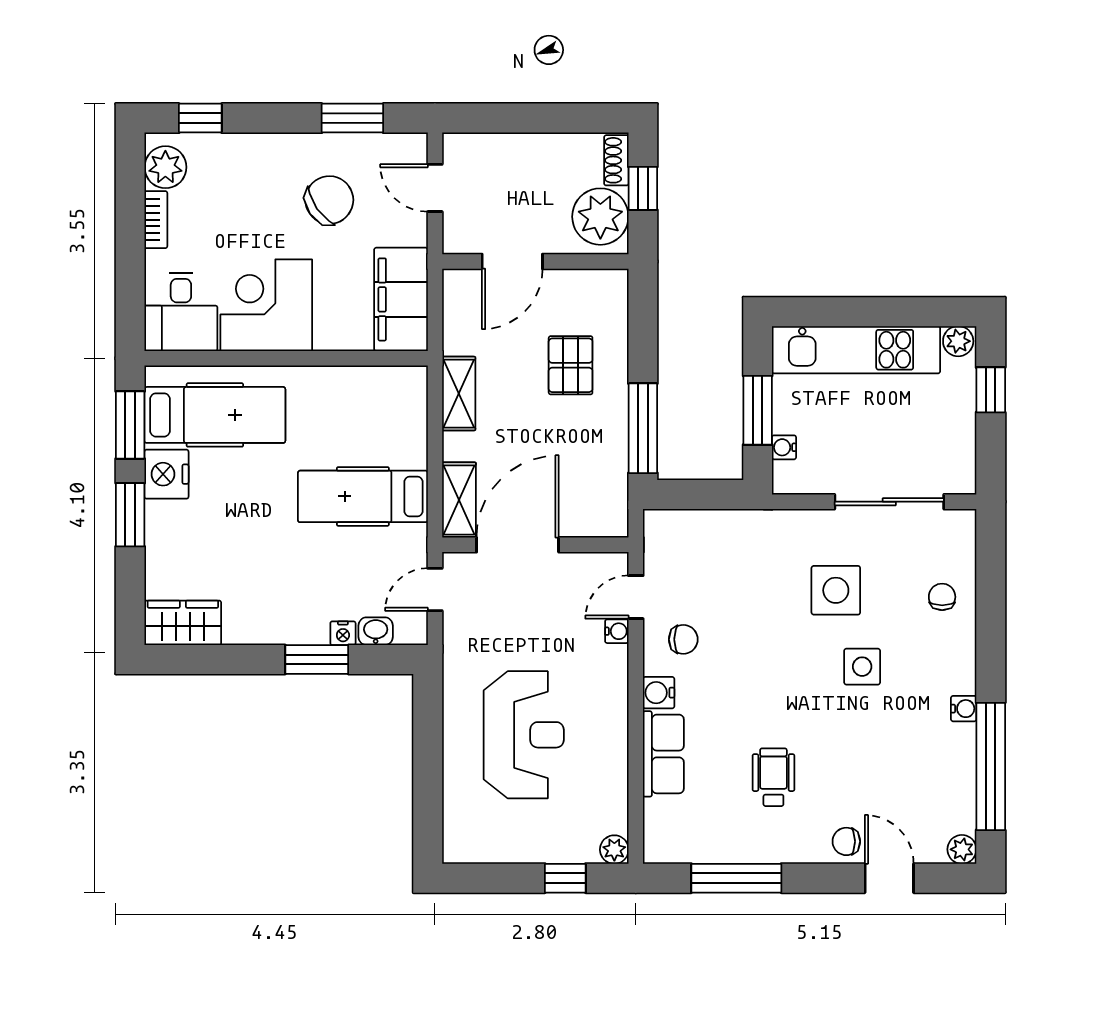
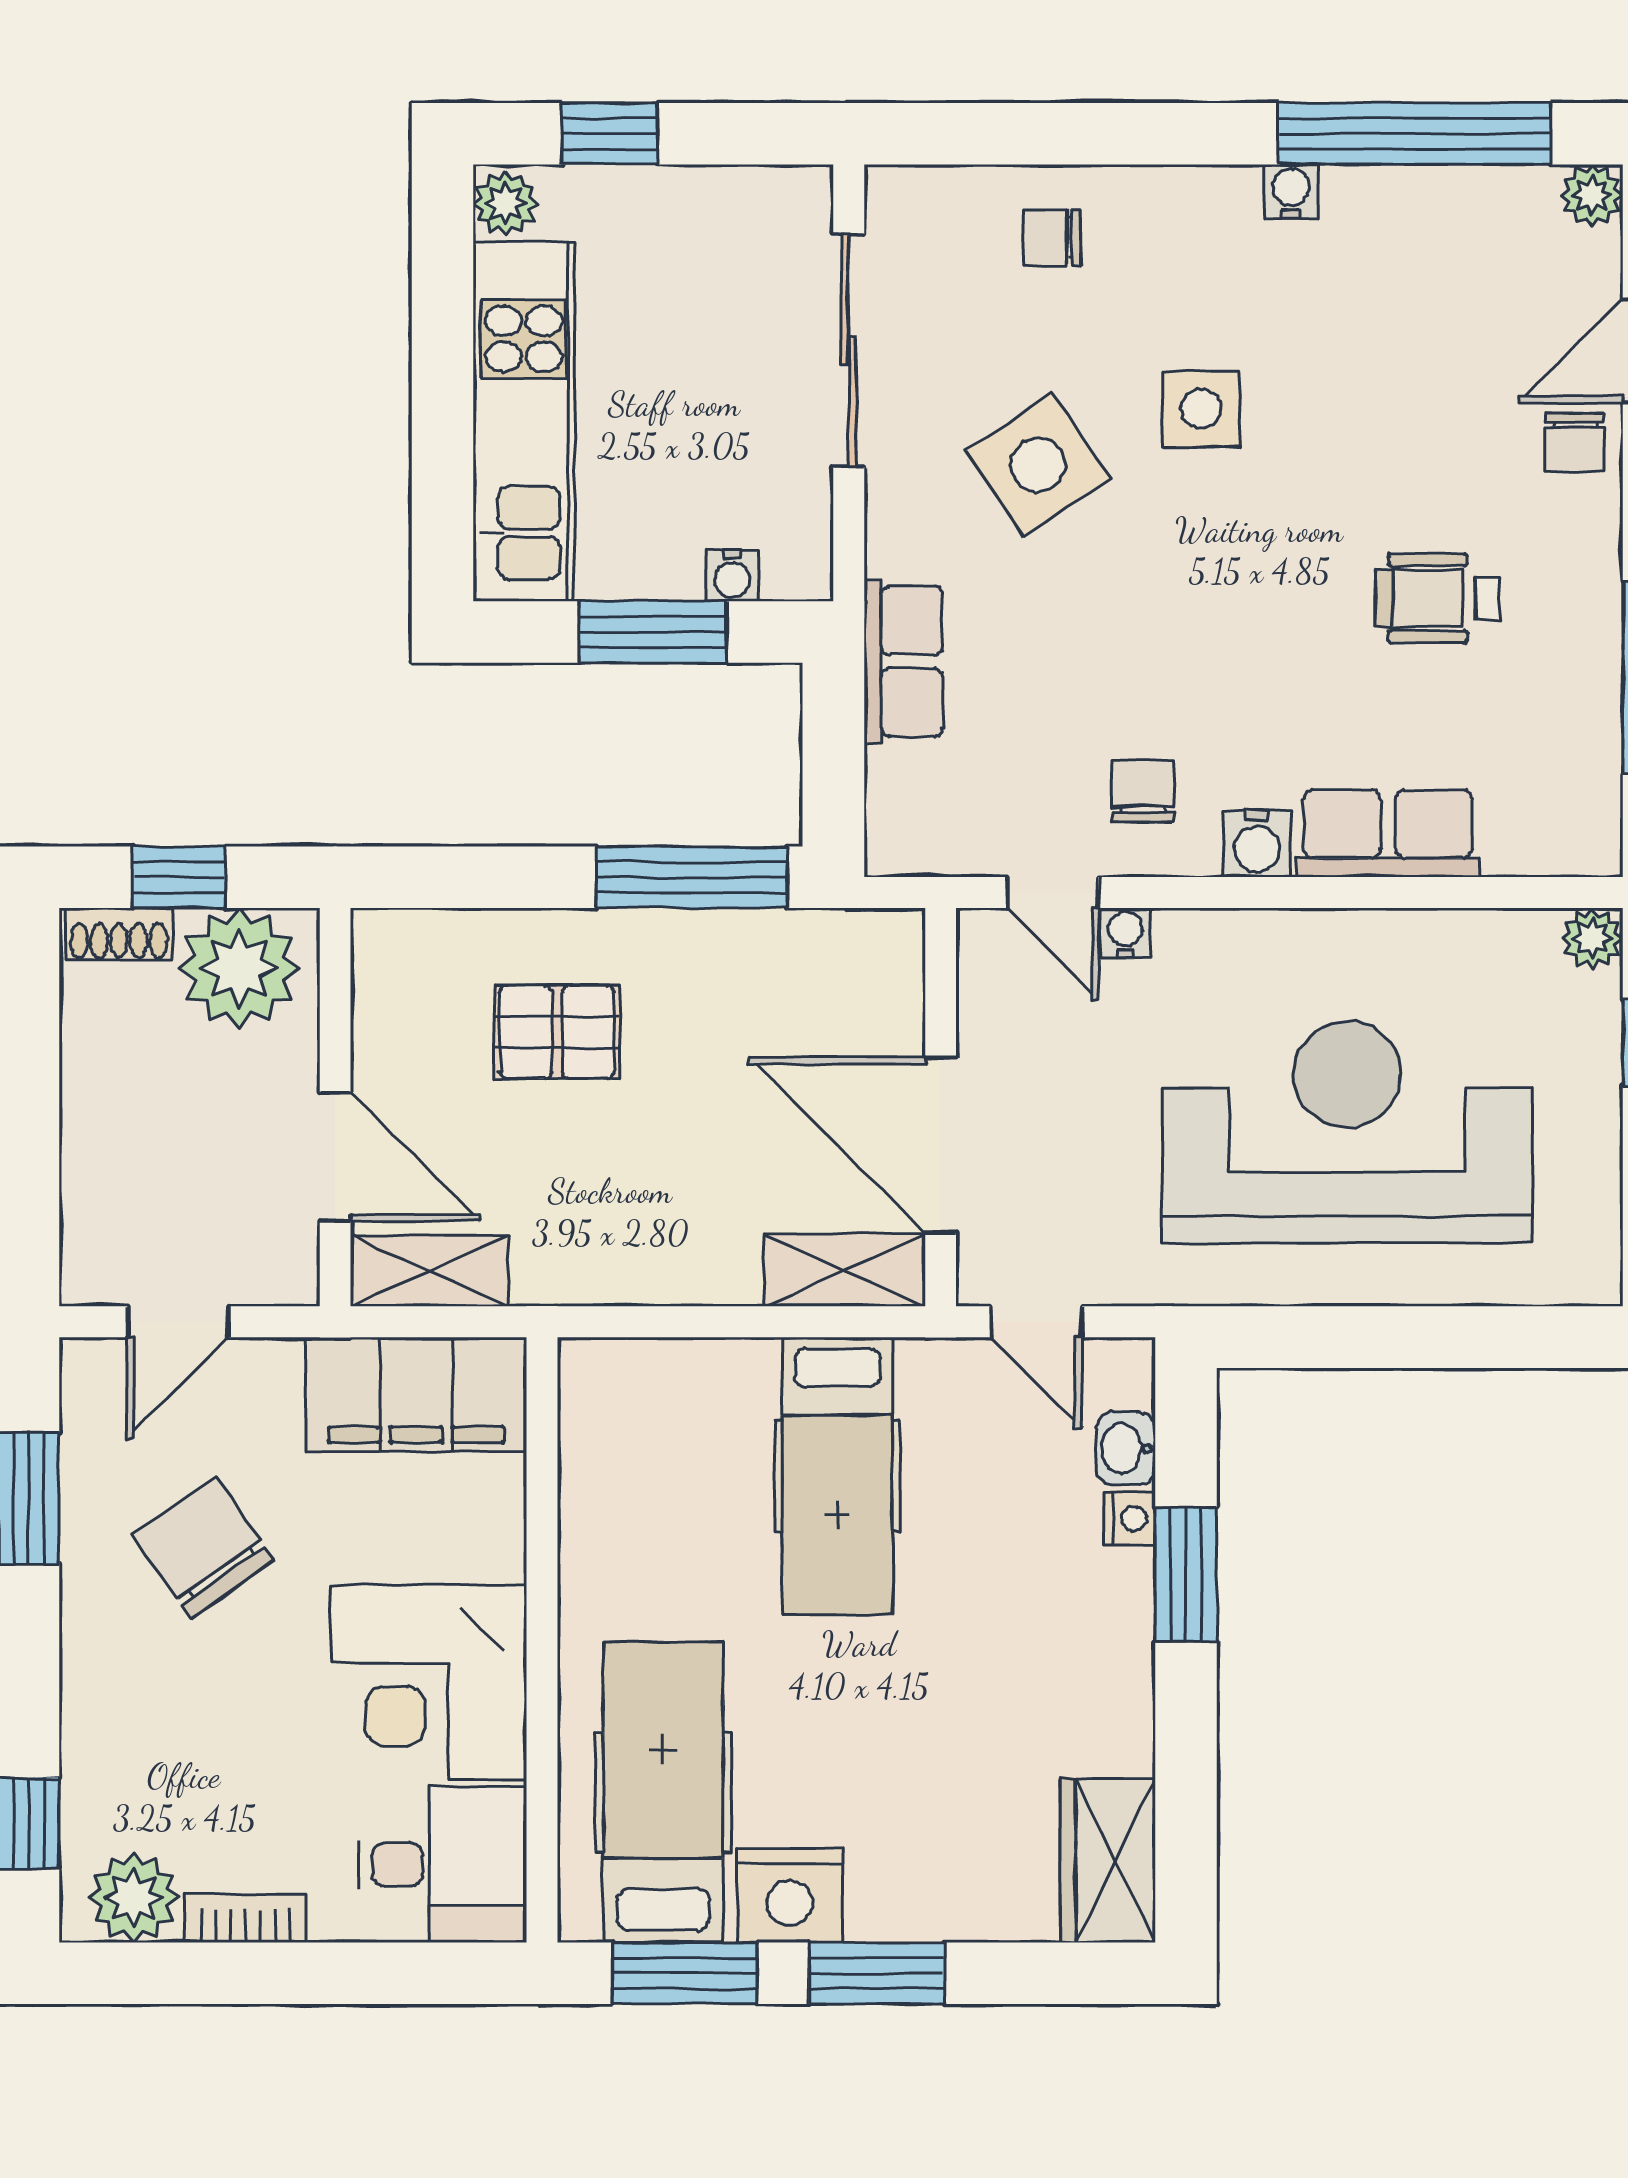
shelving: (459, 394) -> (429, 1271), moved
row of seats: (744, 527) -> (903, 661), added
side table: (836, 590) -> (1038, 465), turned -34
reception desk: (524, 735) -> (1347, 1132), width x1.36, depth x1.30

